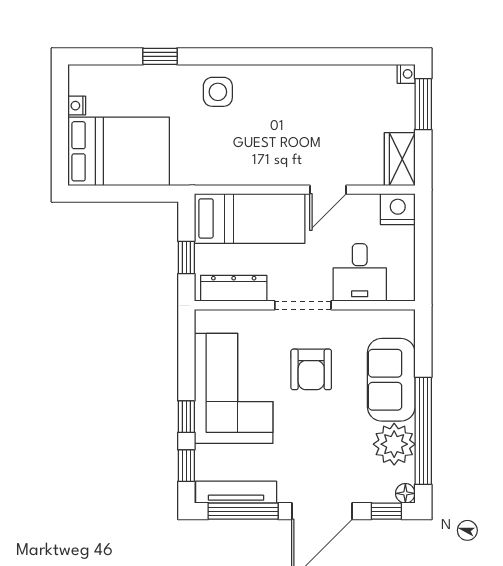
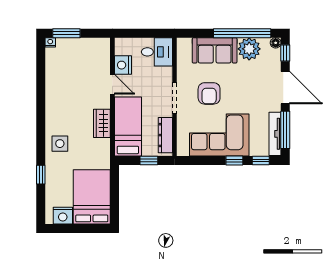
nightstand: (77, 106) -> (63, 216), width x1.89, depth x1.79
wardrobe: (400, 159) -> (102, 123), moved, turned 90
nightstand: (398, 209) -> (123, 65), moved
desk: (360, 272) -> (157, 52), moved
armchair: (311, 369) -> (209, 93), turned 90

